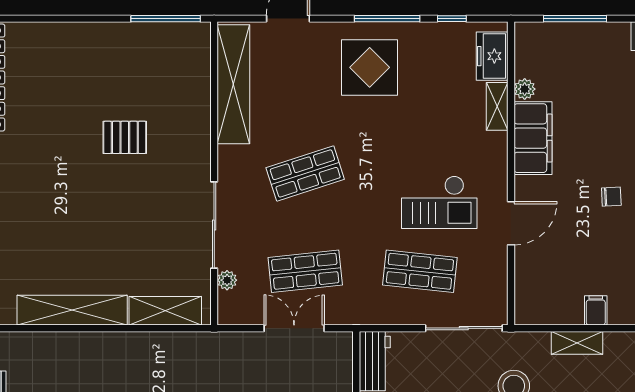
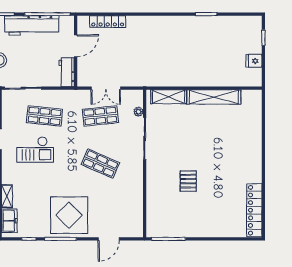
display table: (370, 67) -> (69, 215), width x1.36, depth x1.36
shelving: (233, 84) -> (135, 207), removed
pallet: (125, 137) -> (188, 181), turned 90
shop shelf: (305, 173) -> (100, 164), turned 42
checkout: (439, 202) -> (35, 150), turned 180

